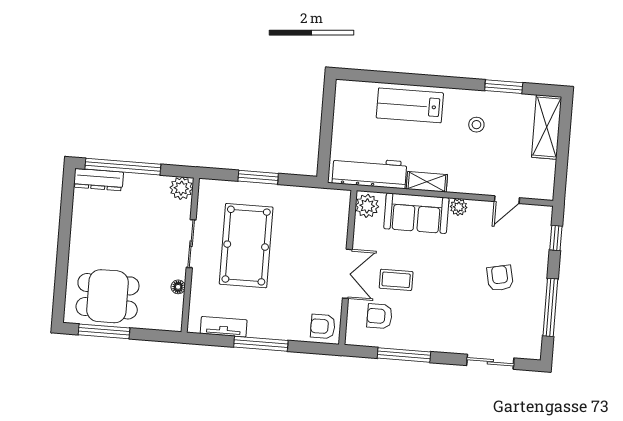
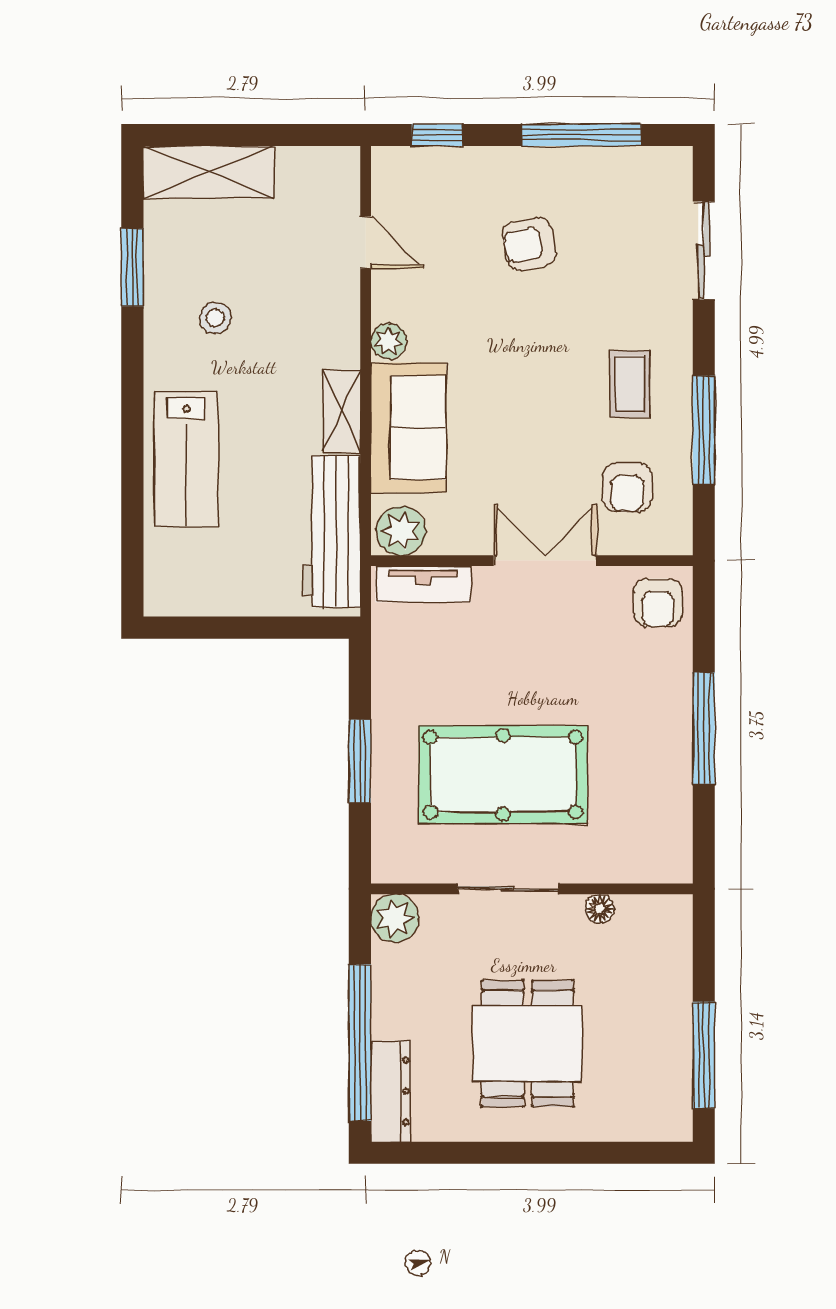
coffee table: (396, 280) -> (630, 384), moved
dining table: (108, 296) -> (528, 1043), moved
tv unit: (224, 327) -> (423, 584), moved, turned -90

